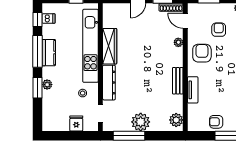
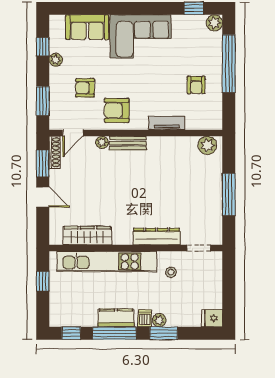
dishwasher: (49, 19) -> (145, 318), moved
wardrobe: (110, 46) -> (87, 236), moved
bench: (178, 81) -> (128, 143), moved
plant: (141, 122) -> (210, 194), removed
armchair: (216, 122) -> (196, 85), moved
fridge: (76, 123) -> (212, 318), moved
window: (129, 136) -> (229, 194), moved

